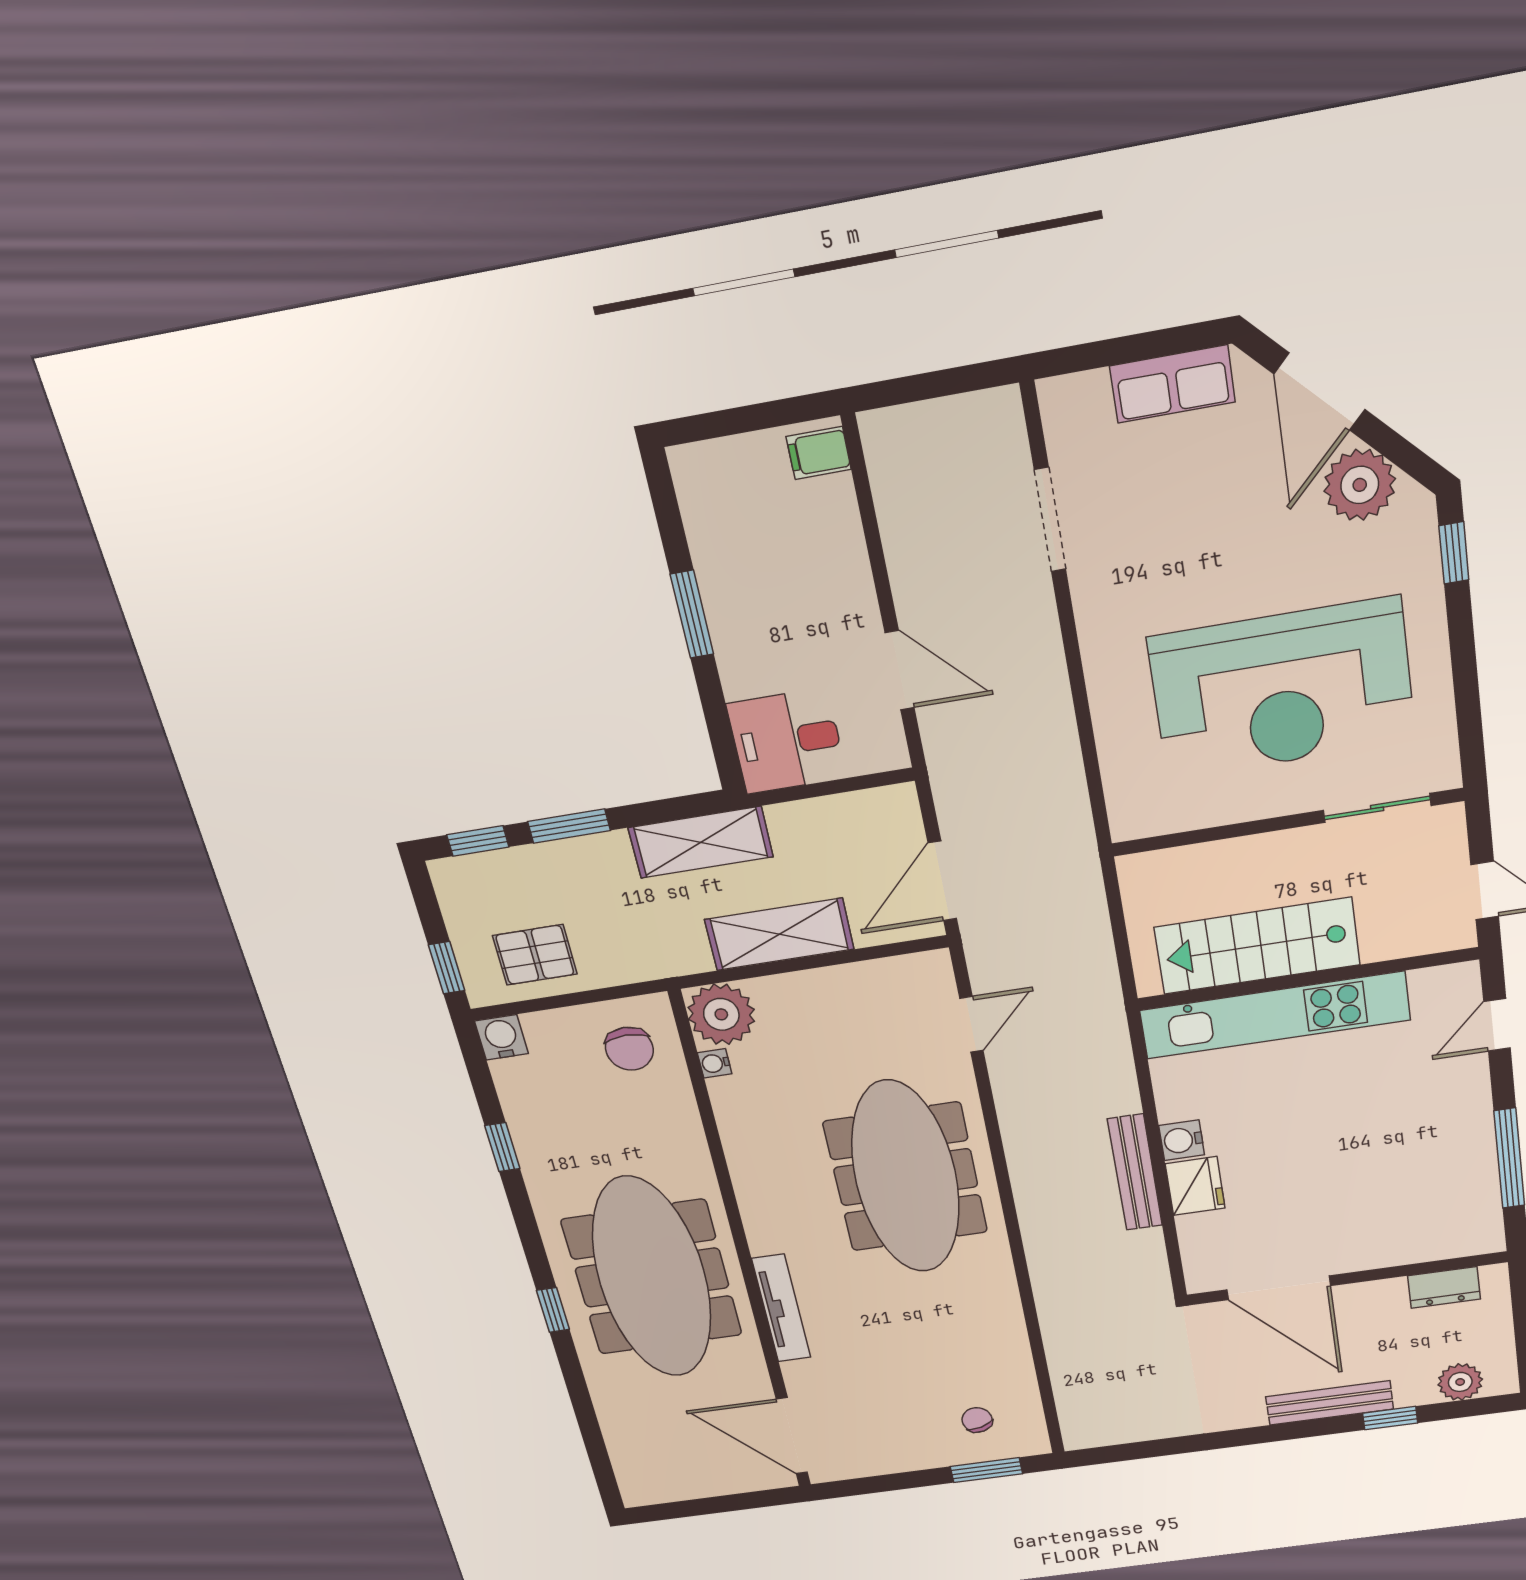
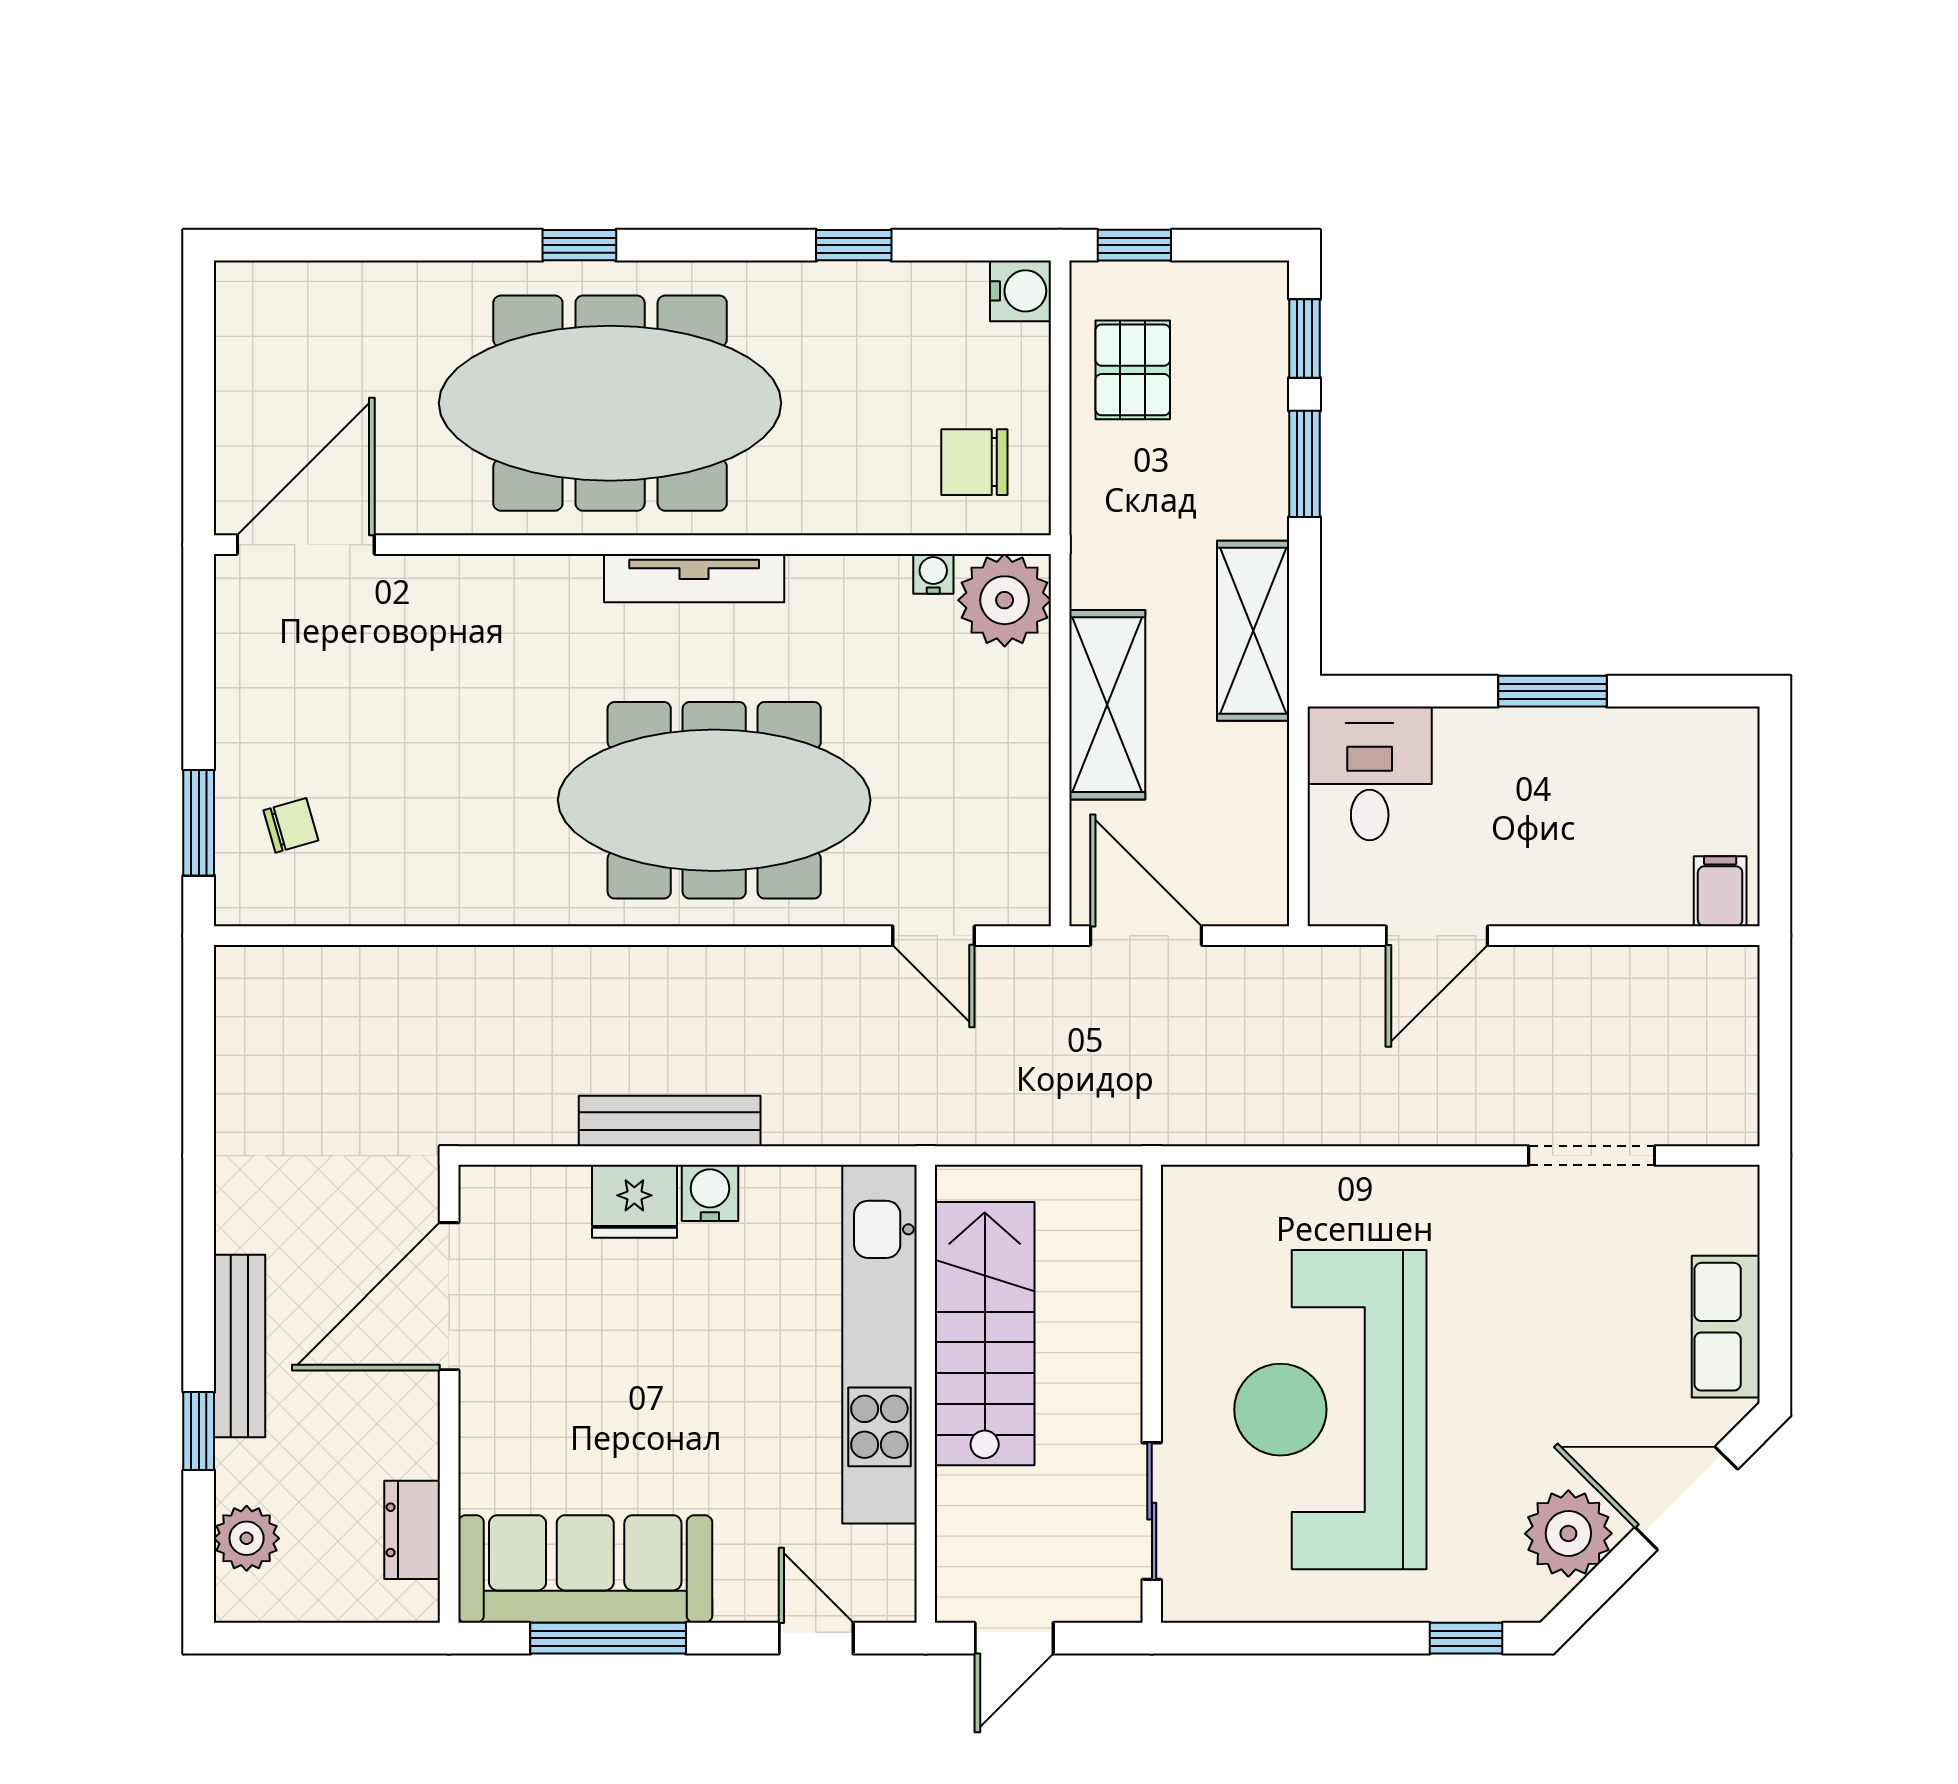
sofa: (1461, 1179) -> (585, 1569), added
tv unit: (781, 1308) -> (694, 578), moved

